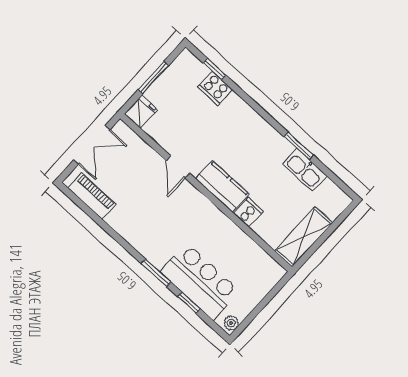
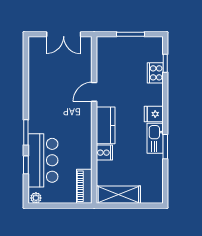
fridge: (141, 112) -> (154, 114), moved, turned 180
kitchen sink: (305, 170) -> (155, 138), moved
piano: (92, 196) -> (84, 186), moved, turned 180

